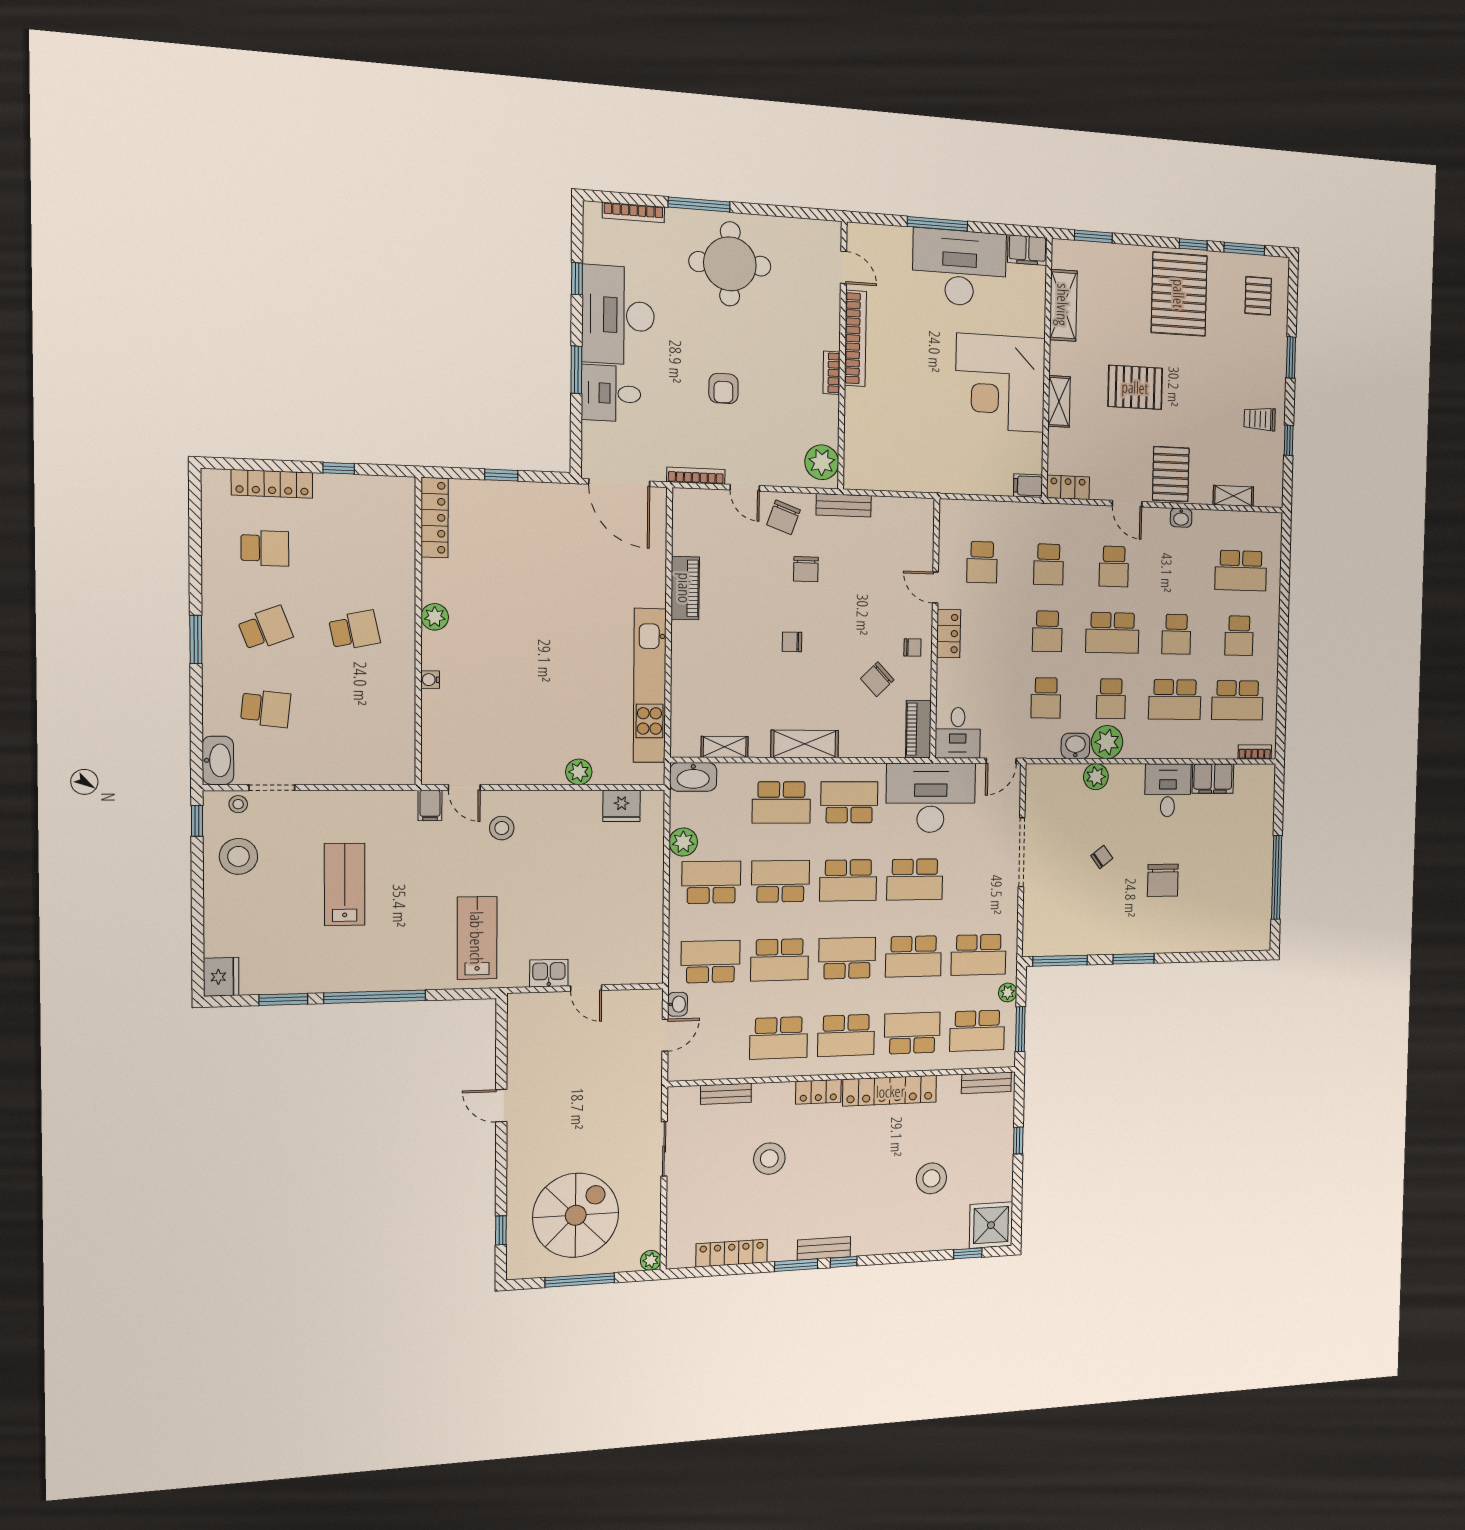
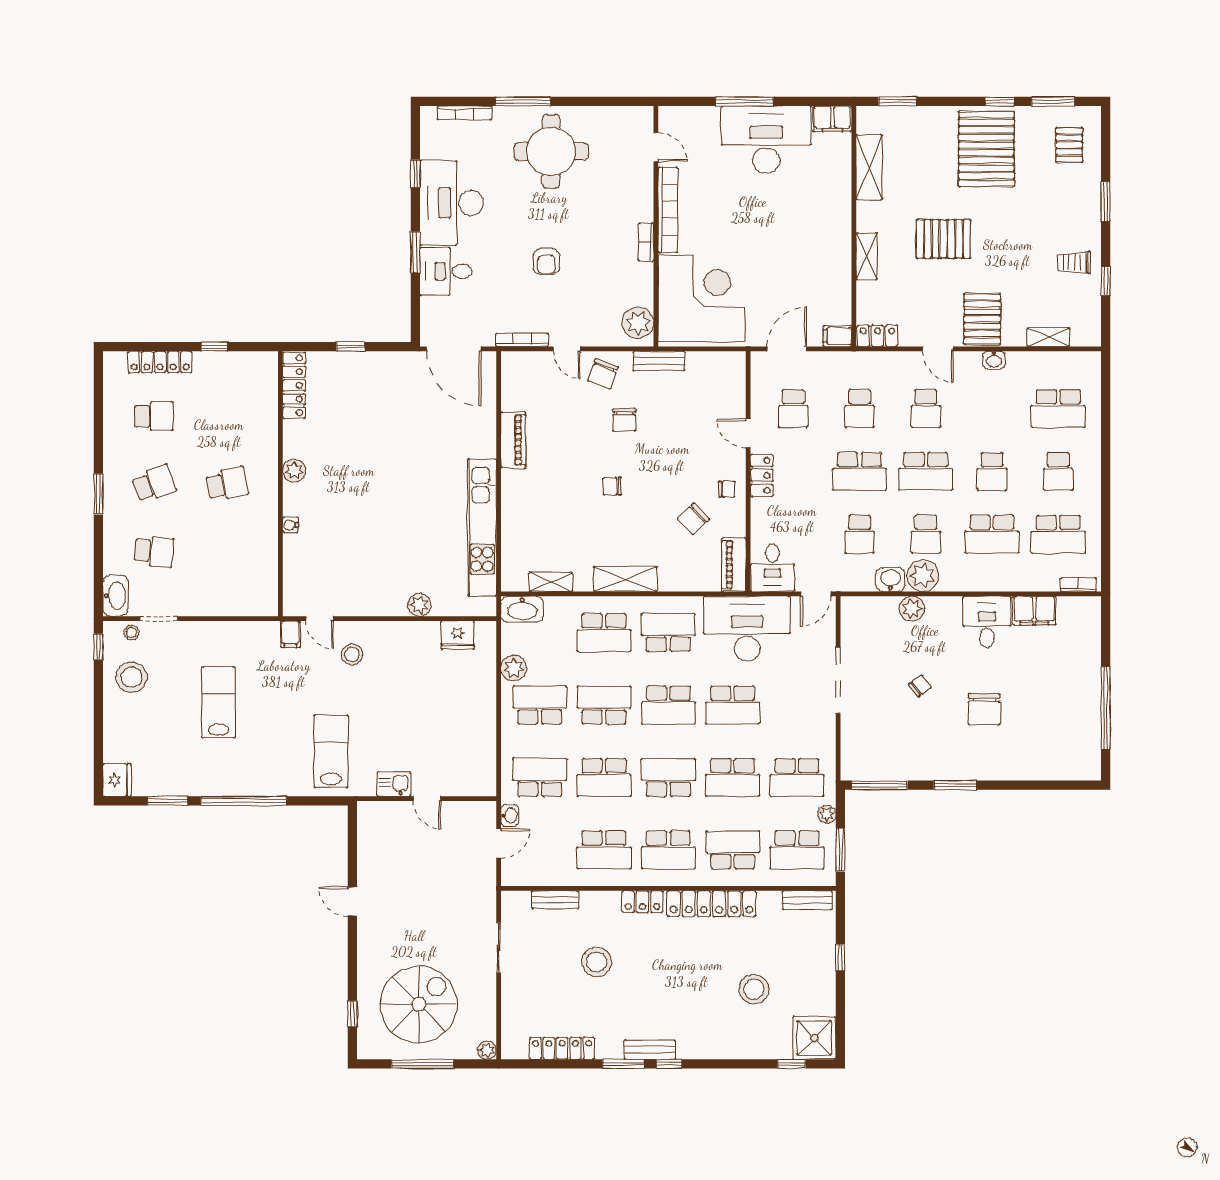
corner desk: (1000, 383) -> (702, 298), moved, turned 180
door: (977, 497) -> (787, 349), added
school desk: (1047, 631) -> (860, 471), width x1.85

